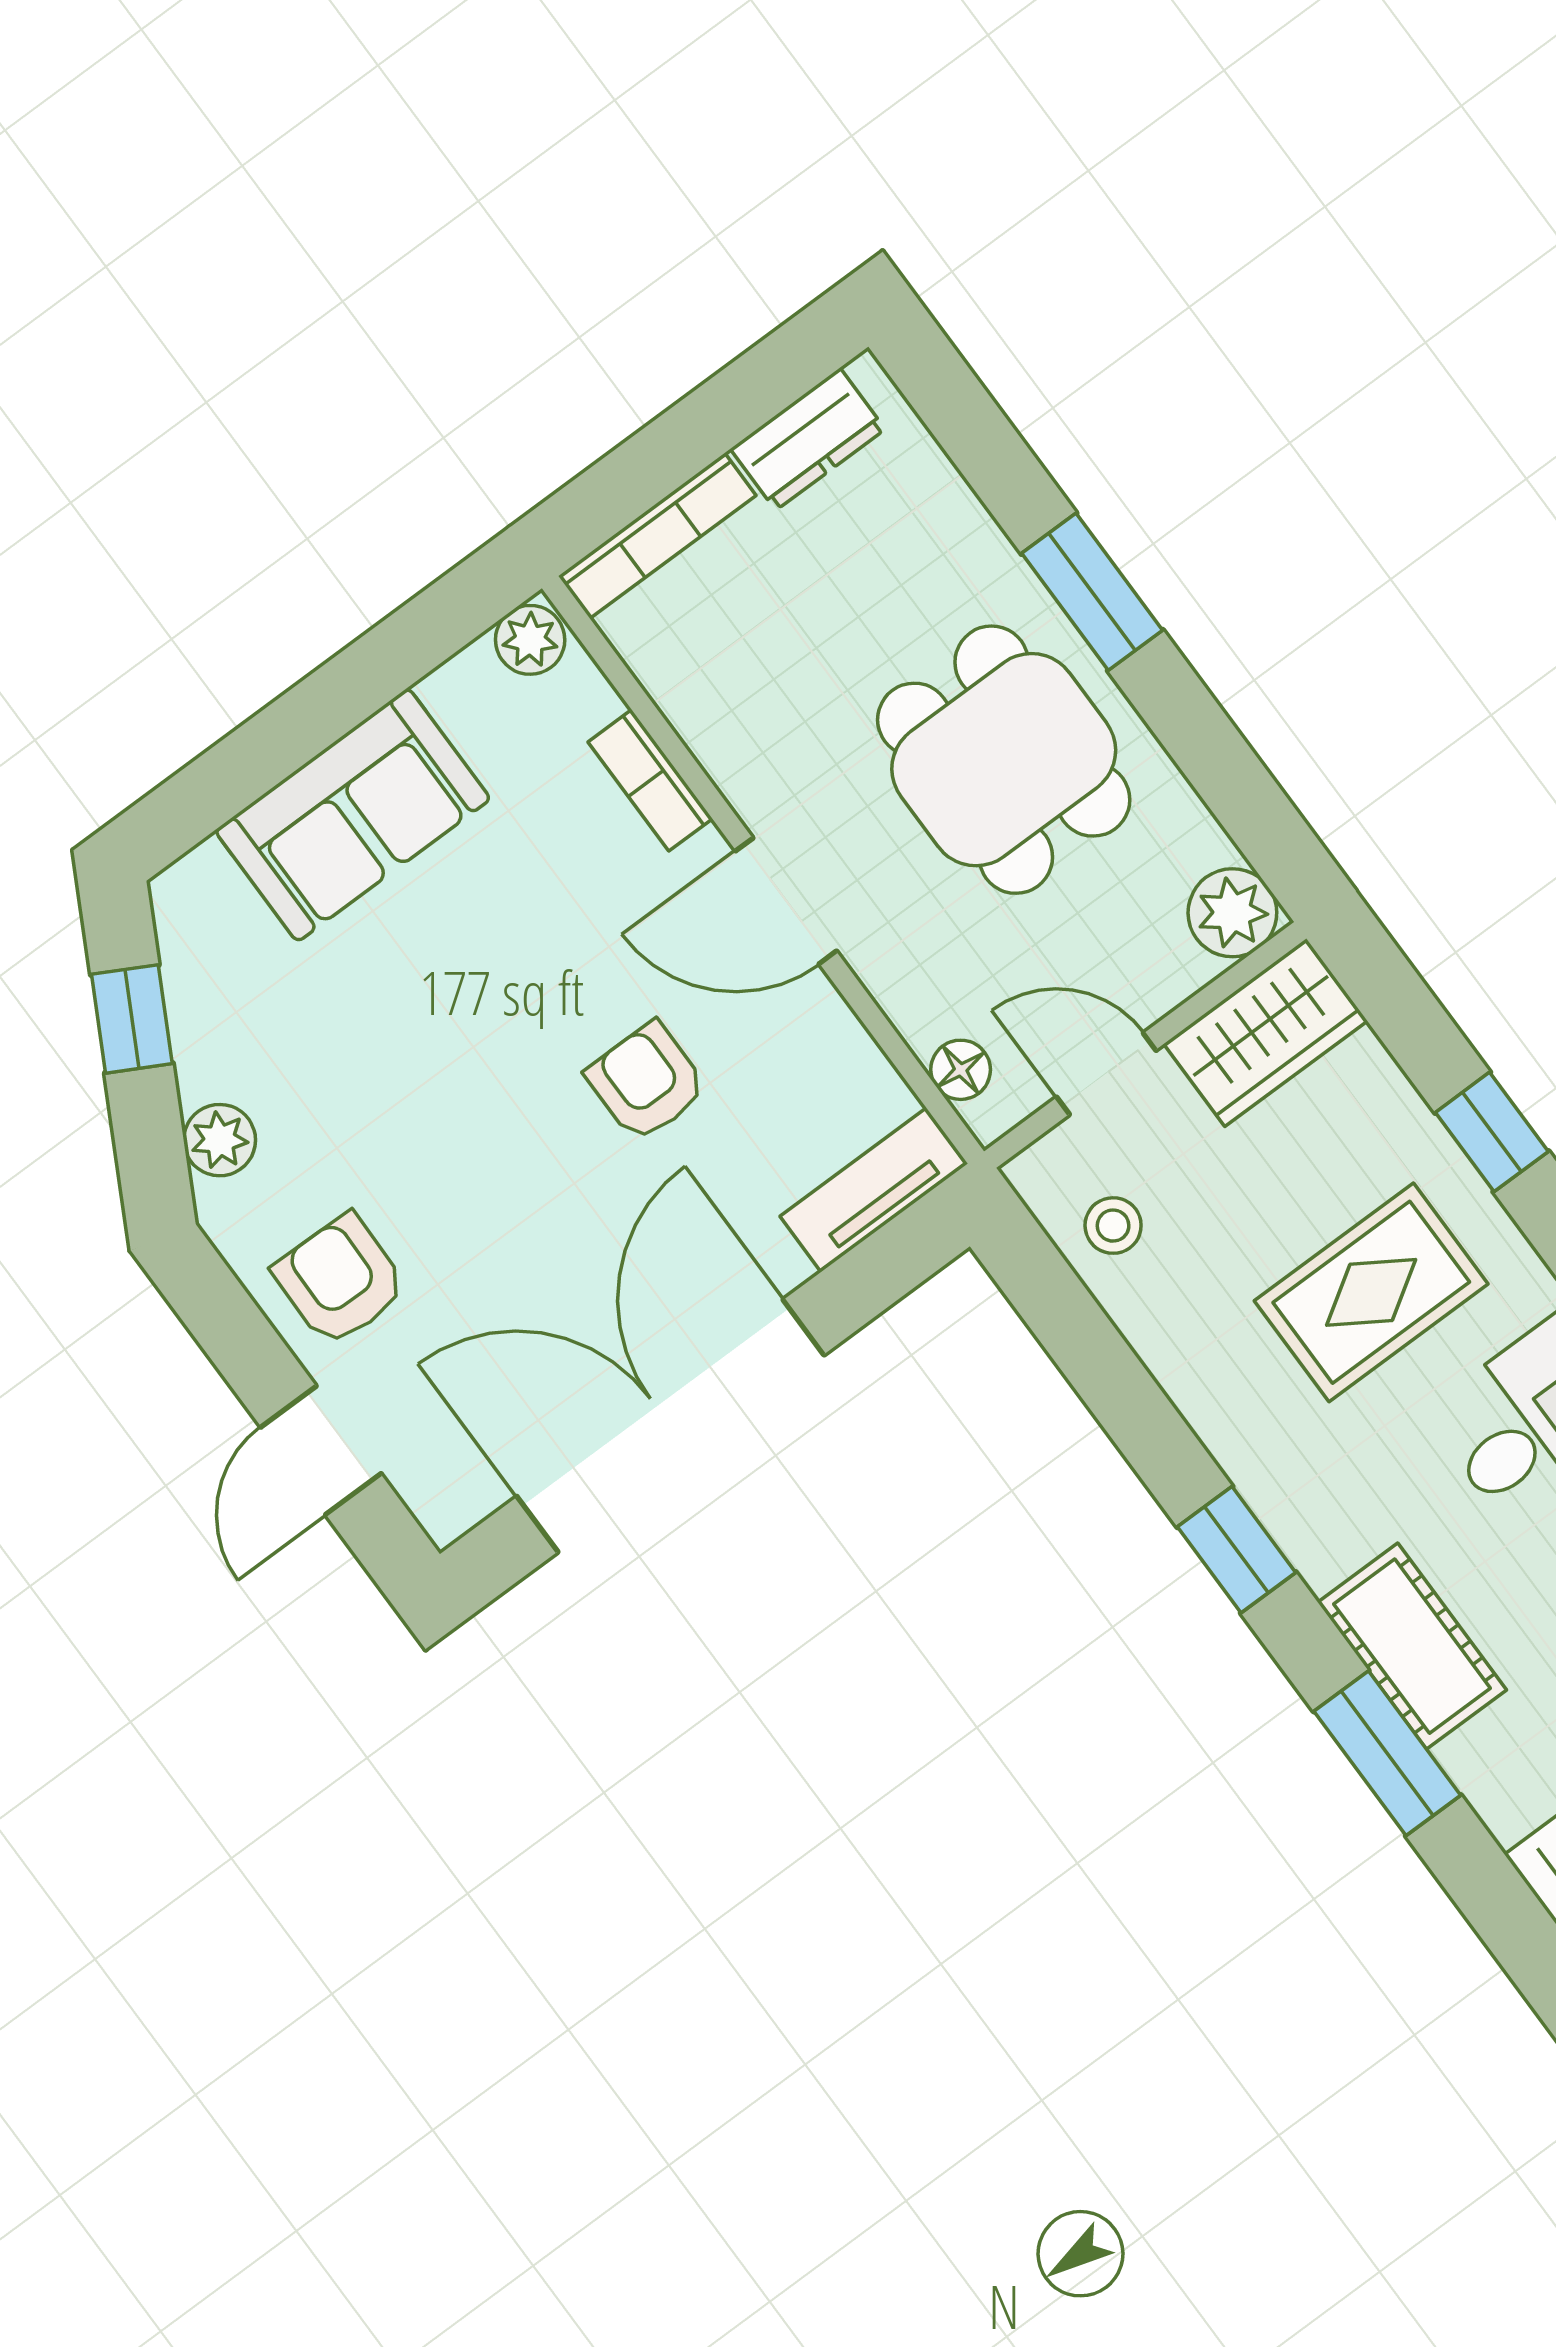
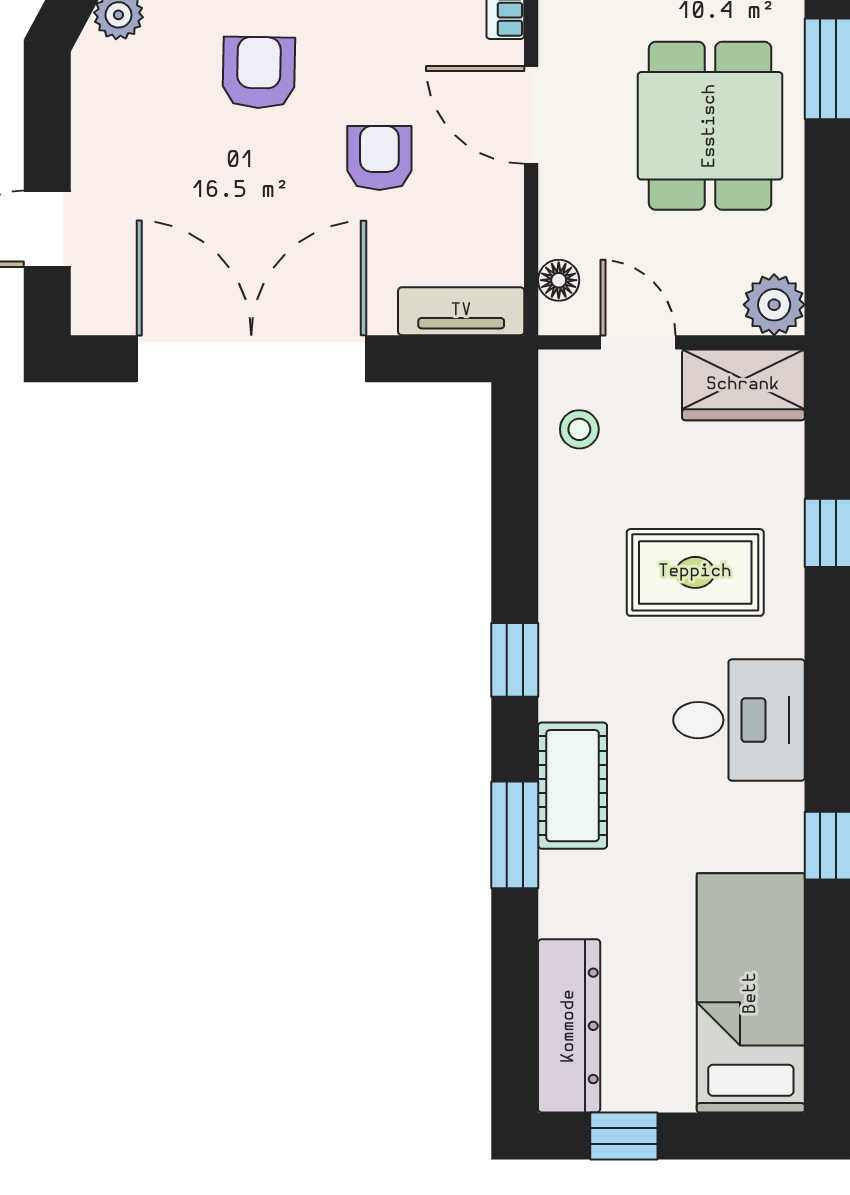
armchair: (340, 1280) -> (259, 73), moved

